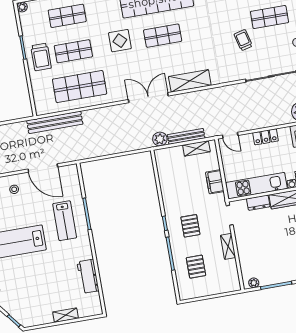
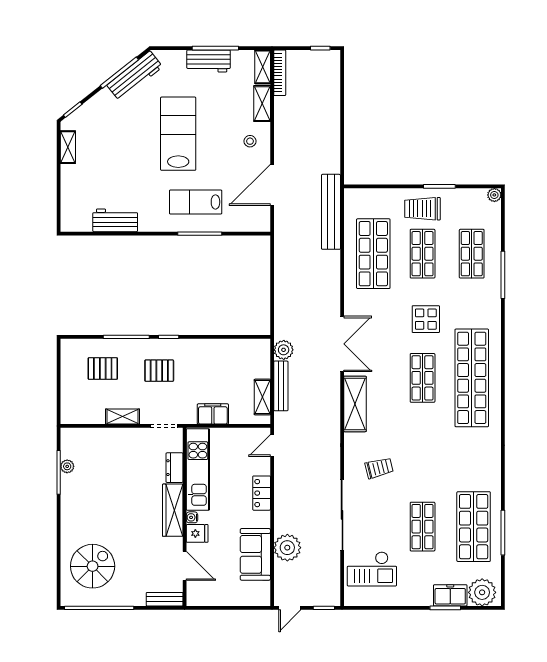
trolley: (243, 40) -> (379, 468), moved
plant: (254, 283) -> (67, 466), moved
shelving: (66, 315) -> (68, 147), moved

